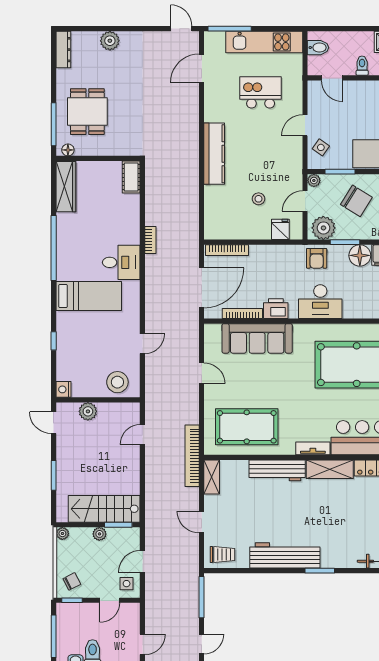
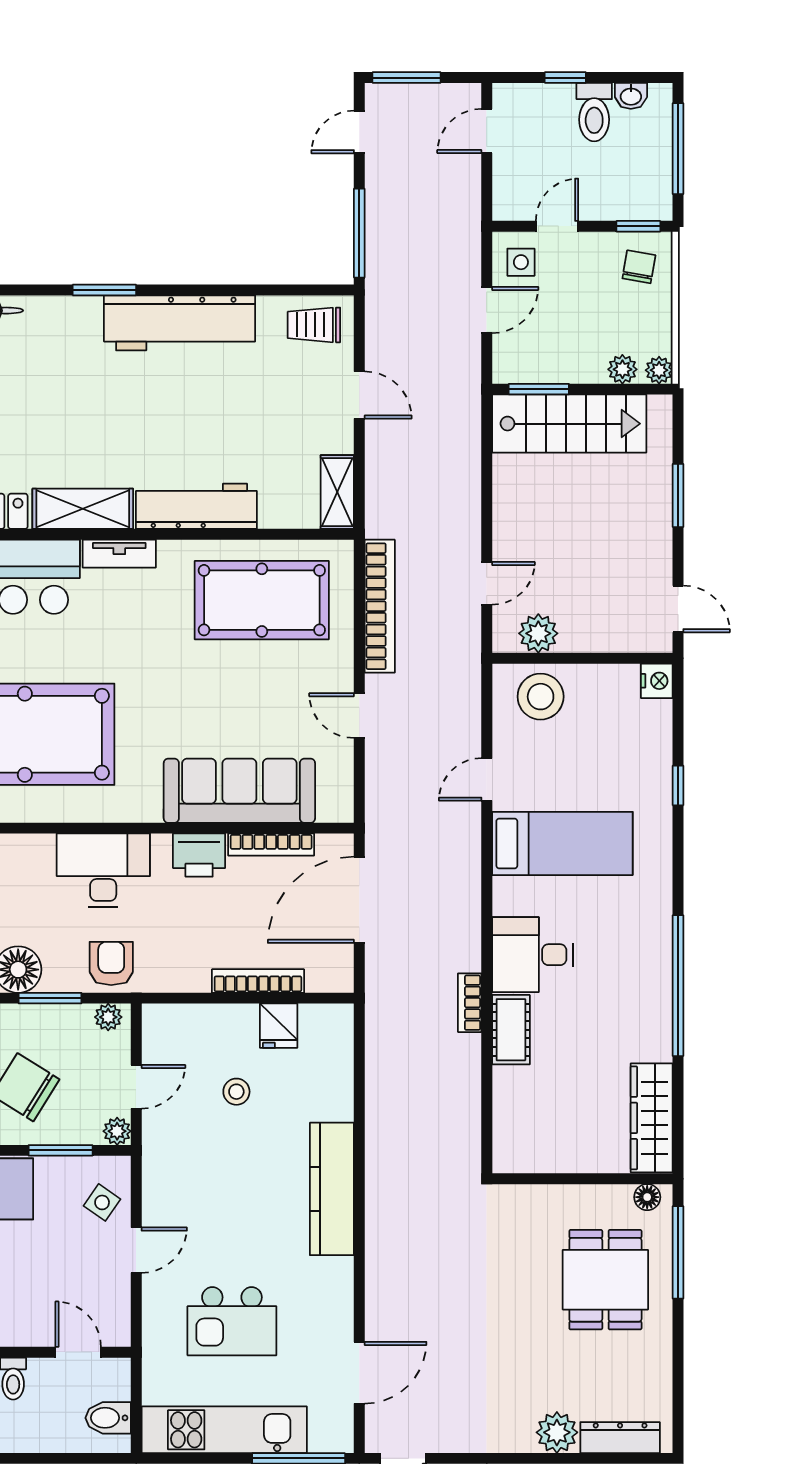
dresser: (63, 50) -> (620, 1438), moved, turned 90
cot: (131, 177) -> (511, 1030), moved
plant: (323, 228) -> (108, 1017), width x0.53, depth x0.53
fridge: (280, 229) -> (279, 1026), moved
bookcase: (227, 250) -> (258, 981), moved
bed: (89, 296) -> (562, 843), moved, turned 180
plant: (88, 411) -> (538, 633), moved
bookcase: (192, 456) -> (380, 606), moved
plant: (99, 534) -> (622, 369), moved
chair: (72, 581) -> (639, 267), turned 127

